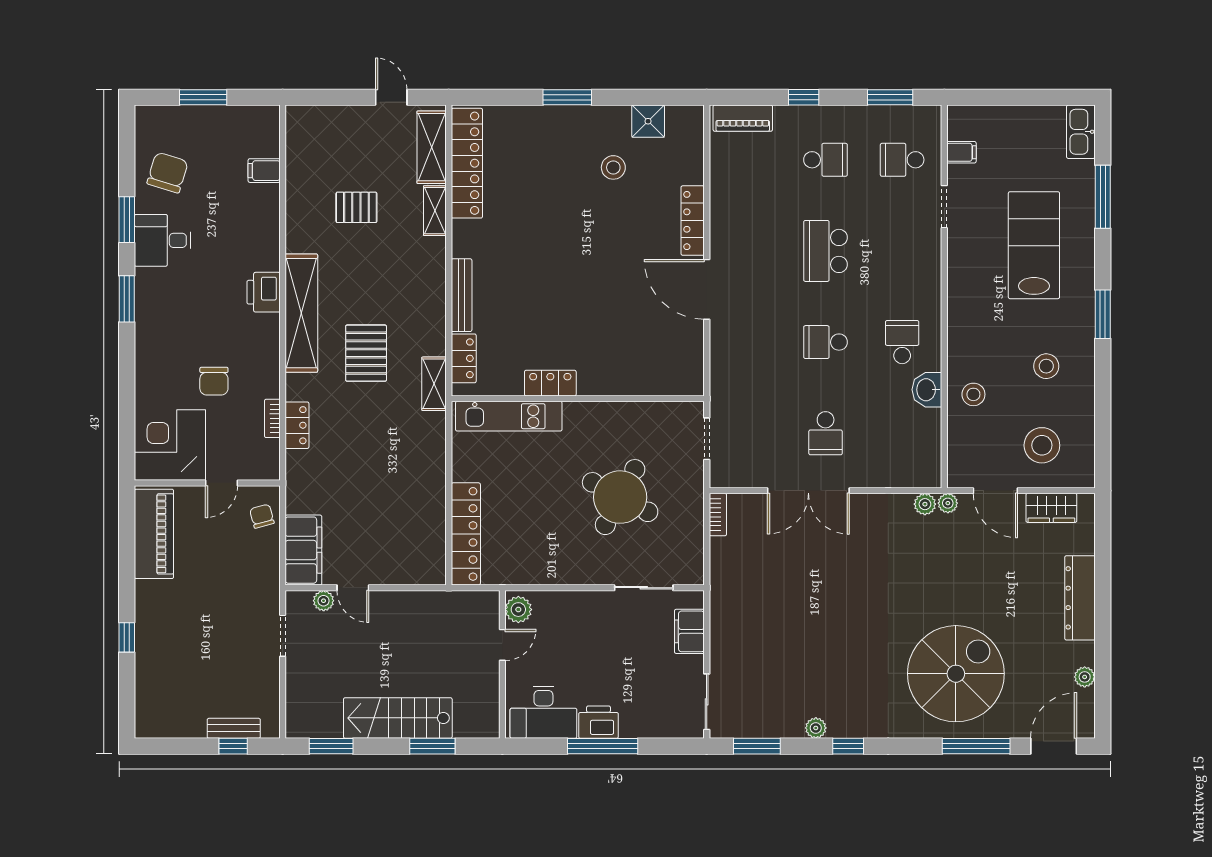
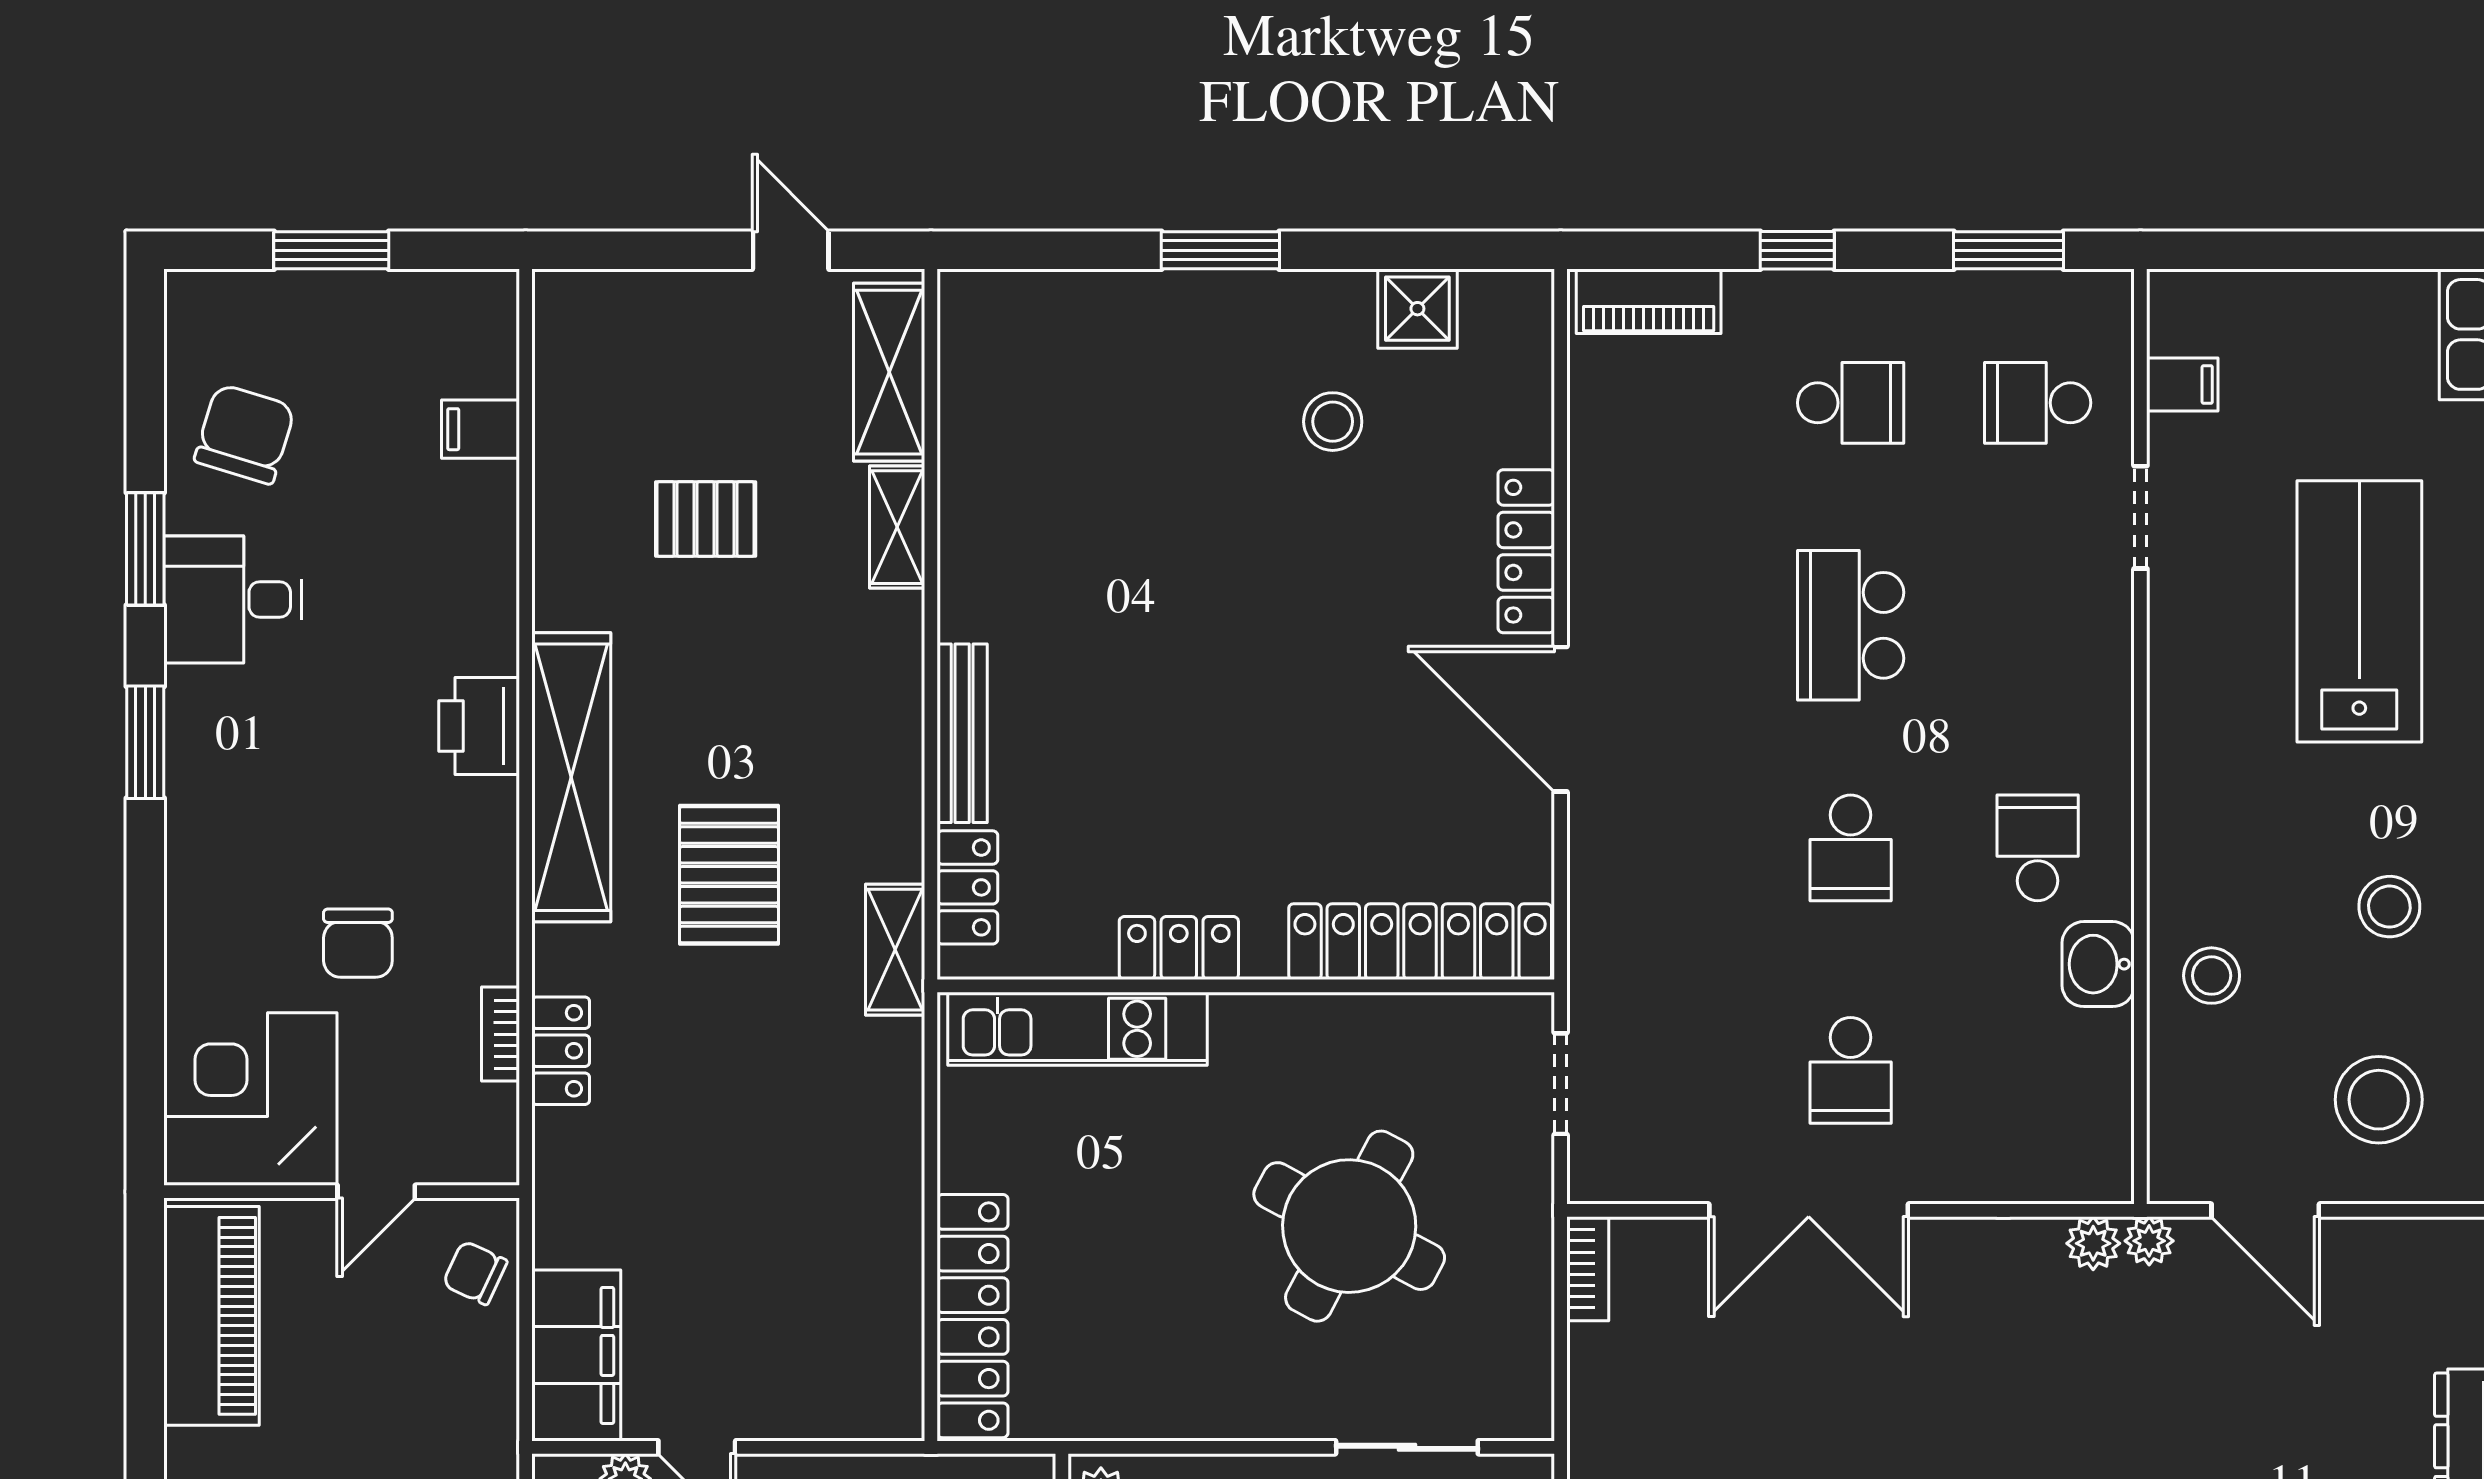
locker: (467, 163) -> (1420, 942), moved, turned -90
school desk: (826, 342) -> (1851, 848), turned -90
wardrobe: (1051, 508) -> (2402, 1252), removed
chair: (262, 516) -> (475, 1273), turned -50

